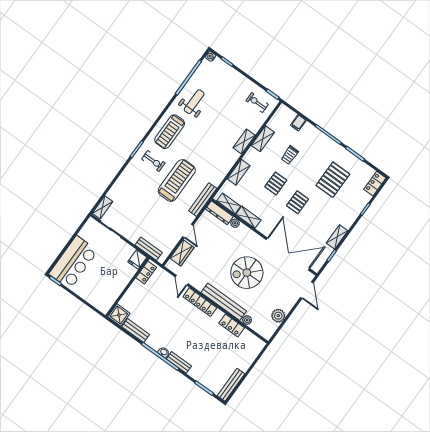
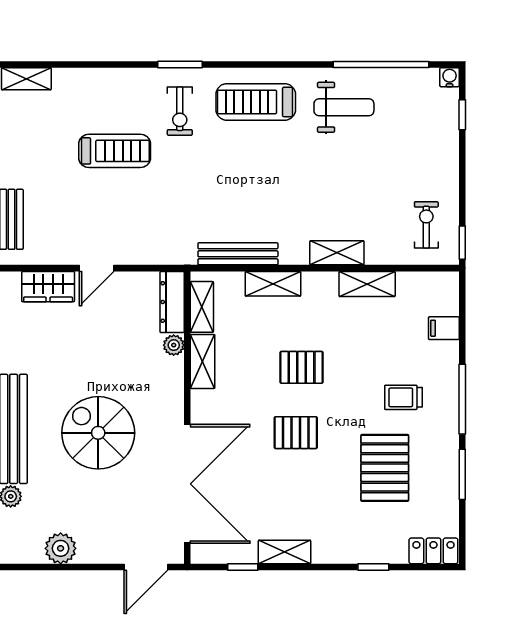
trolley: (290, 155) -> (403, 397), moved
treadmill: (177, 180) -> (115, 151), moved, width x0.73, depth x0.73
pallet: (333, 180) -> (385, 468), turned 90
bench: (203, 200) -> (238, 254), moved

